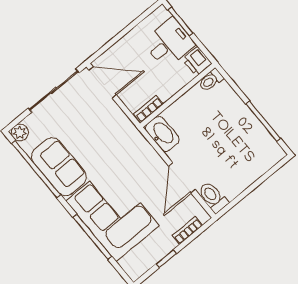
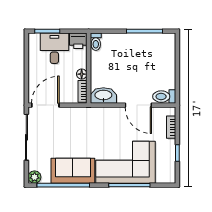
floor lamp: (166, 93) -> (82, 74), added

